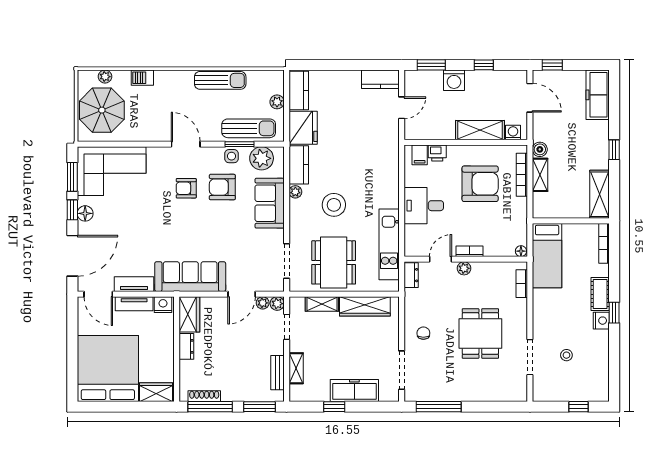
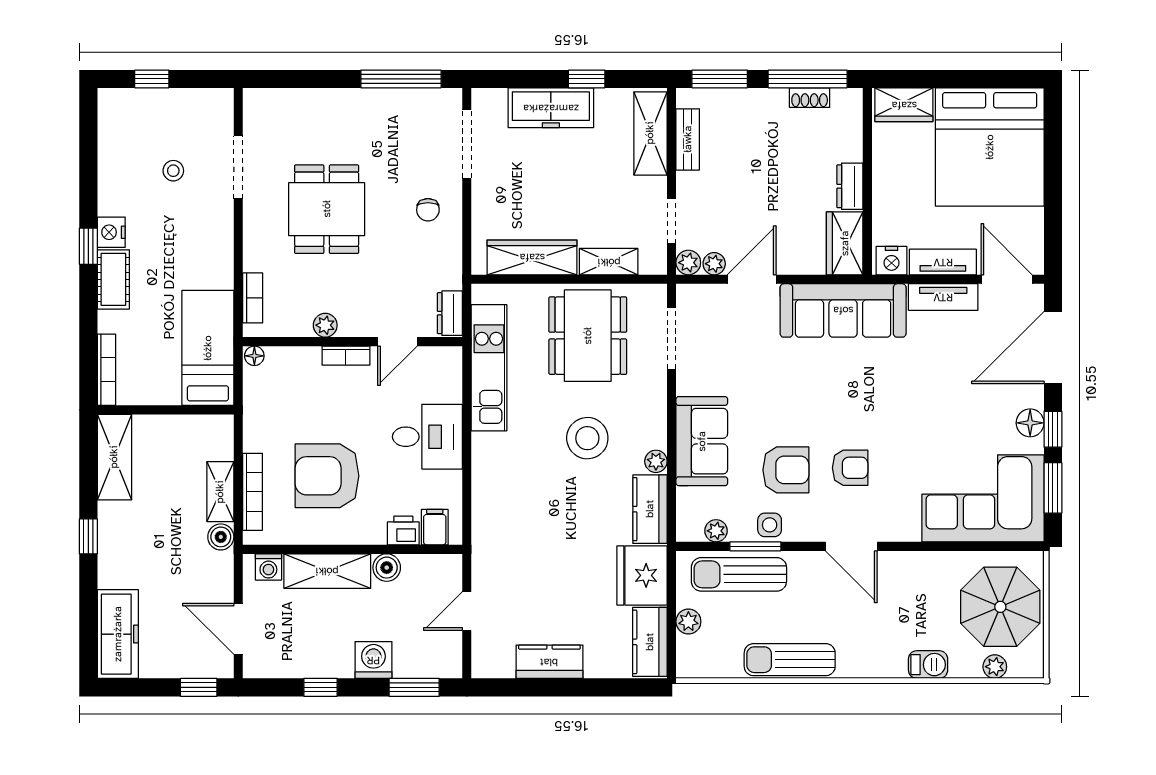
kitchen counter: (380, 79) -> (549, 662), moved
boiler: (447, 132) -> (387, 568), added
plant: (262, 158) -> (716, 531), width x0.53, depth x0.53
plant: (464, 268) -> (325, 325), moved
shelving: (296, 368) -> (650, 133), width x1.50, depth x1.33
shoe rack: (204, 396) -> (810, 98), width x0.70

